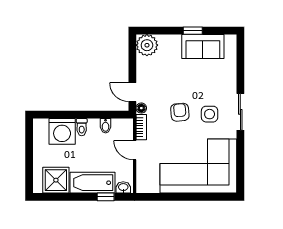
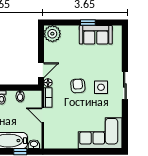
door: (132, 92) -> (41, 70), swing flipped
corner sofa: (198, 166) -> (100, 133), width x0.73, depth x0.74

